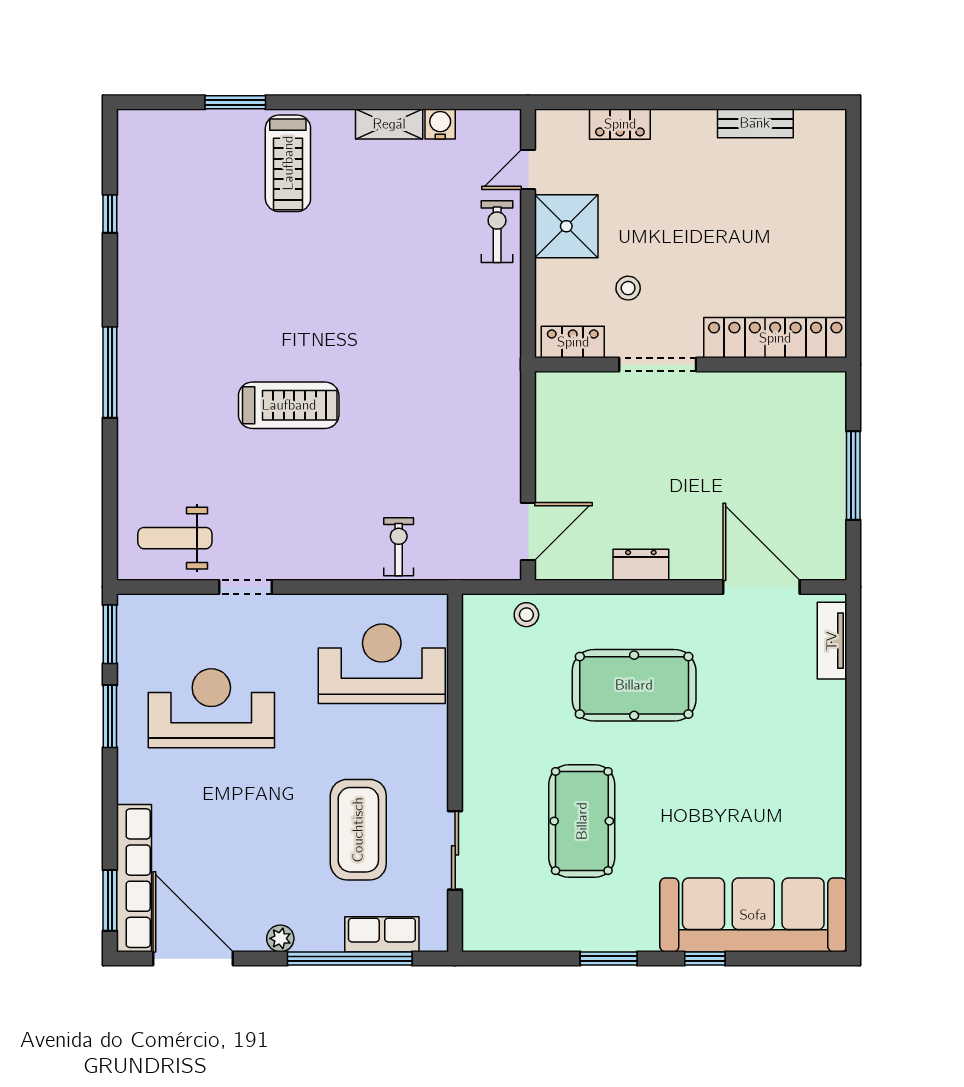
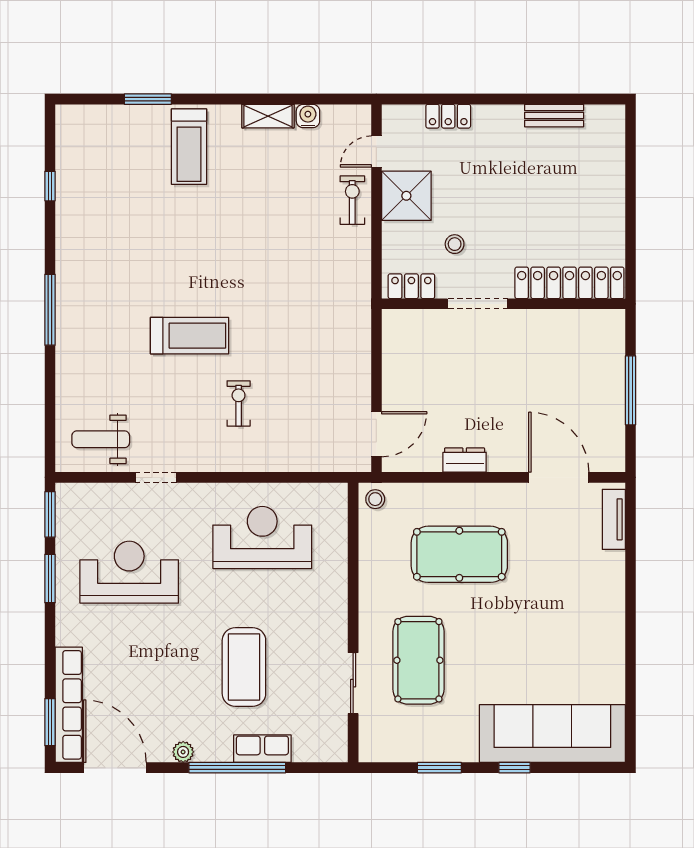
exercise bike: (399, 547) -> (239, 404), moved
wall: (455, 773) -> (353, 623), moved
sliding door: (455, 850) -> (353, 683), moved

